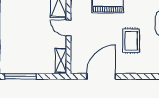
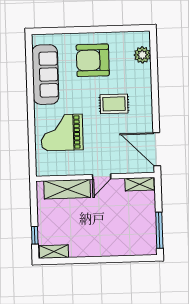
door: (101, 76) -> (157, 149), moved

